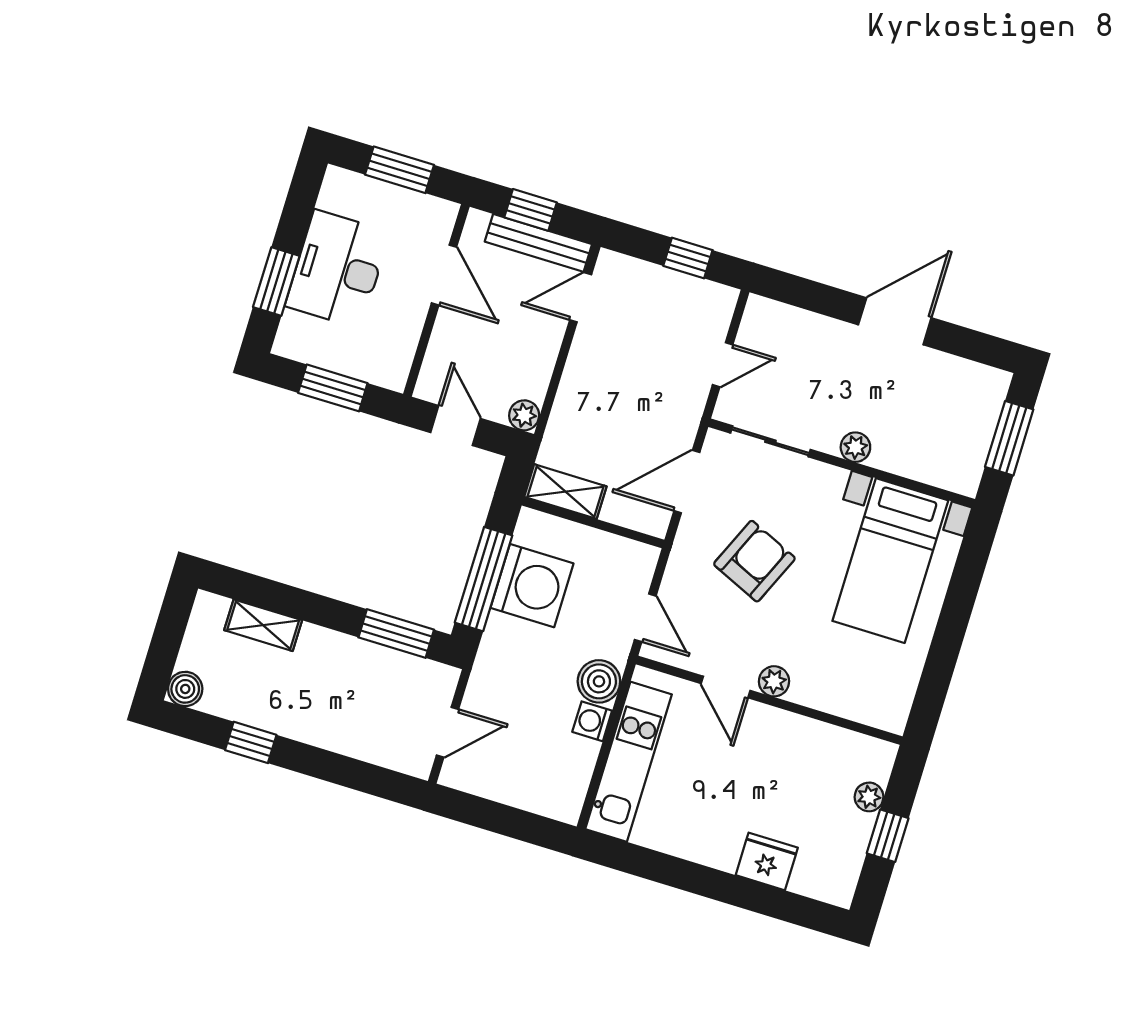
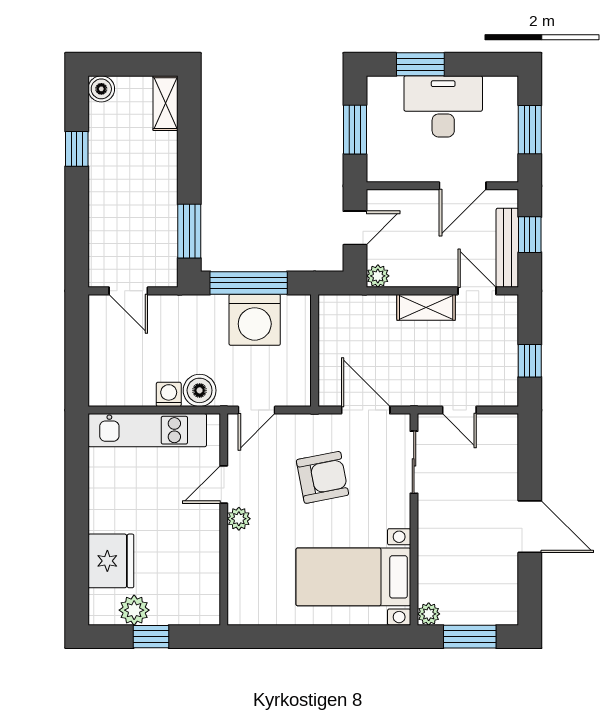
plant: (855, 447) -> (429, 614), moved
shelving: (565, 492) -> (426, 307), moved, turned 90
armchair: (754, 561) -> (322, 477), turned -35
shelving: (263, 625) -> (165, 103), moved
plant: (869, 797) -> (134, 610), moved, width x1.38, depth x1.38
fridge: (767, 861) -> (111, 561), width x1.36, depth x1.34

